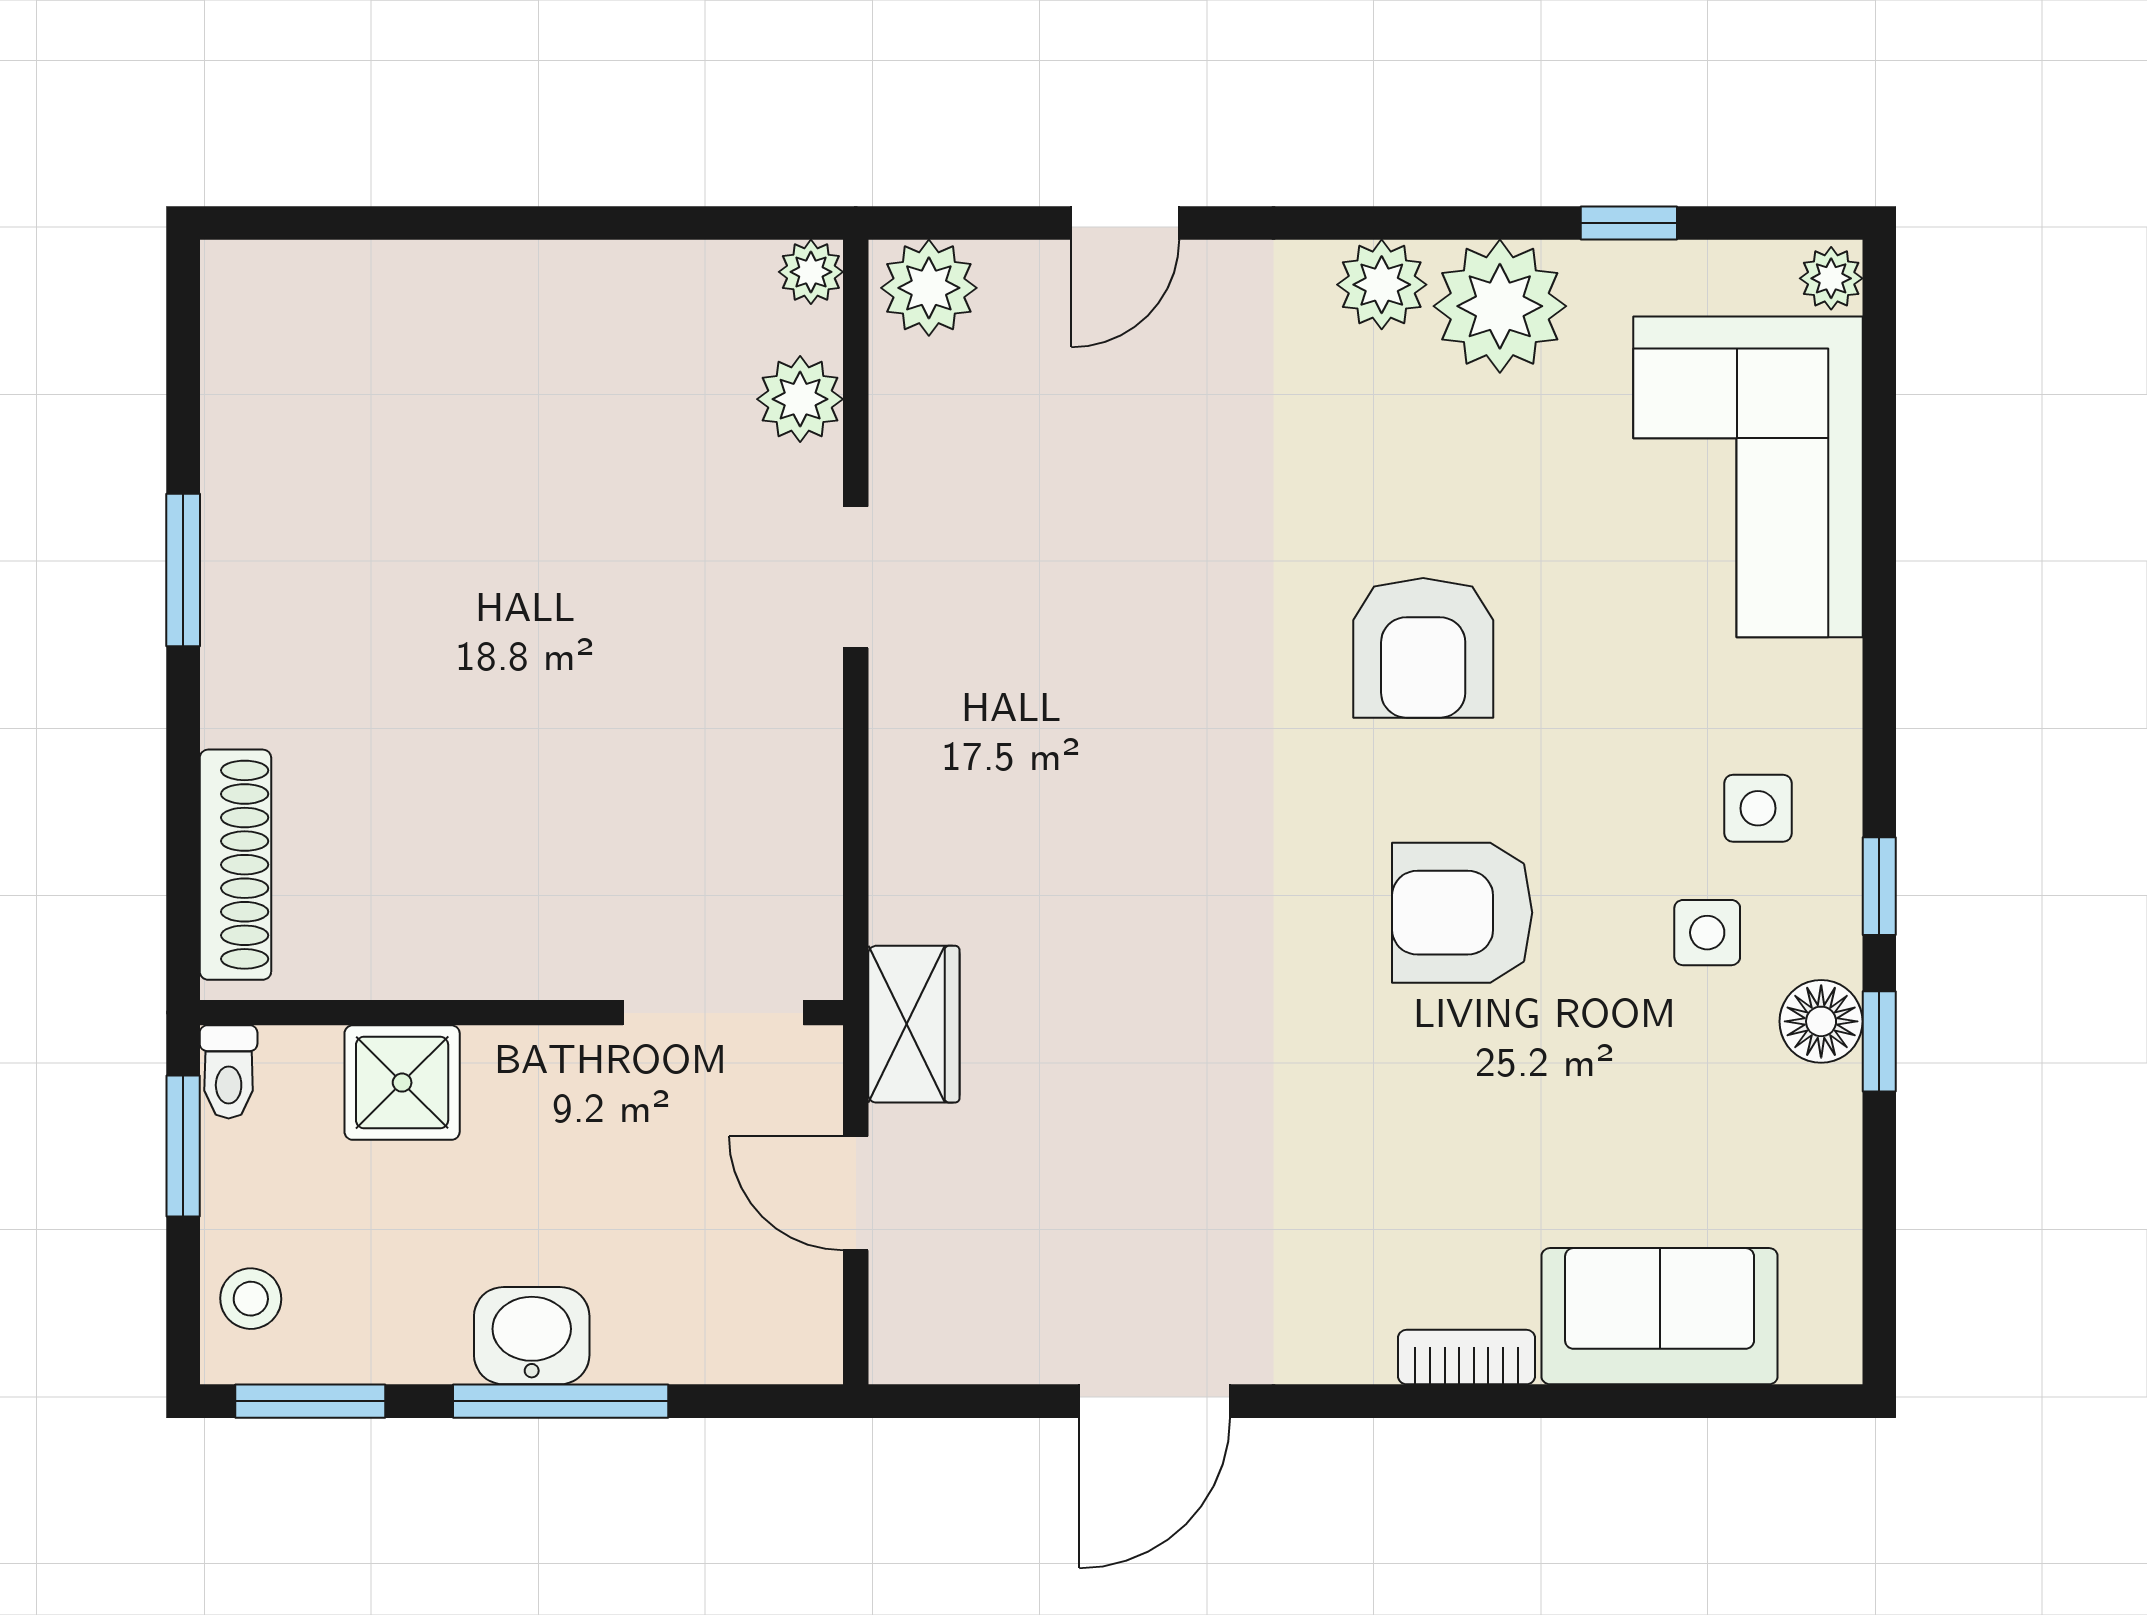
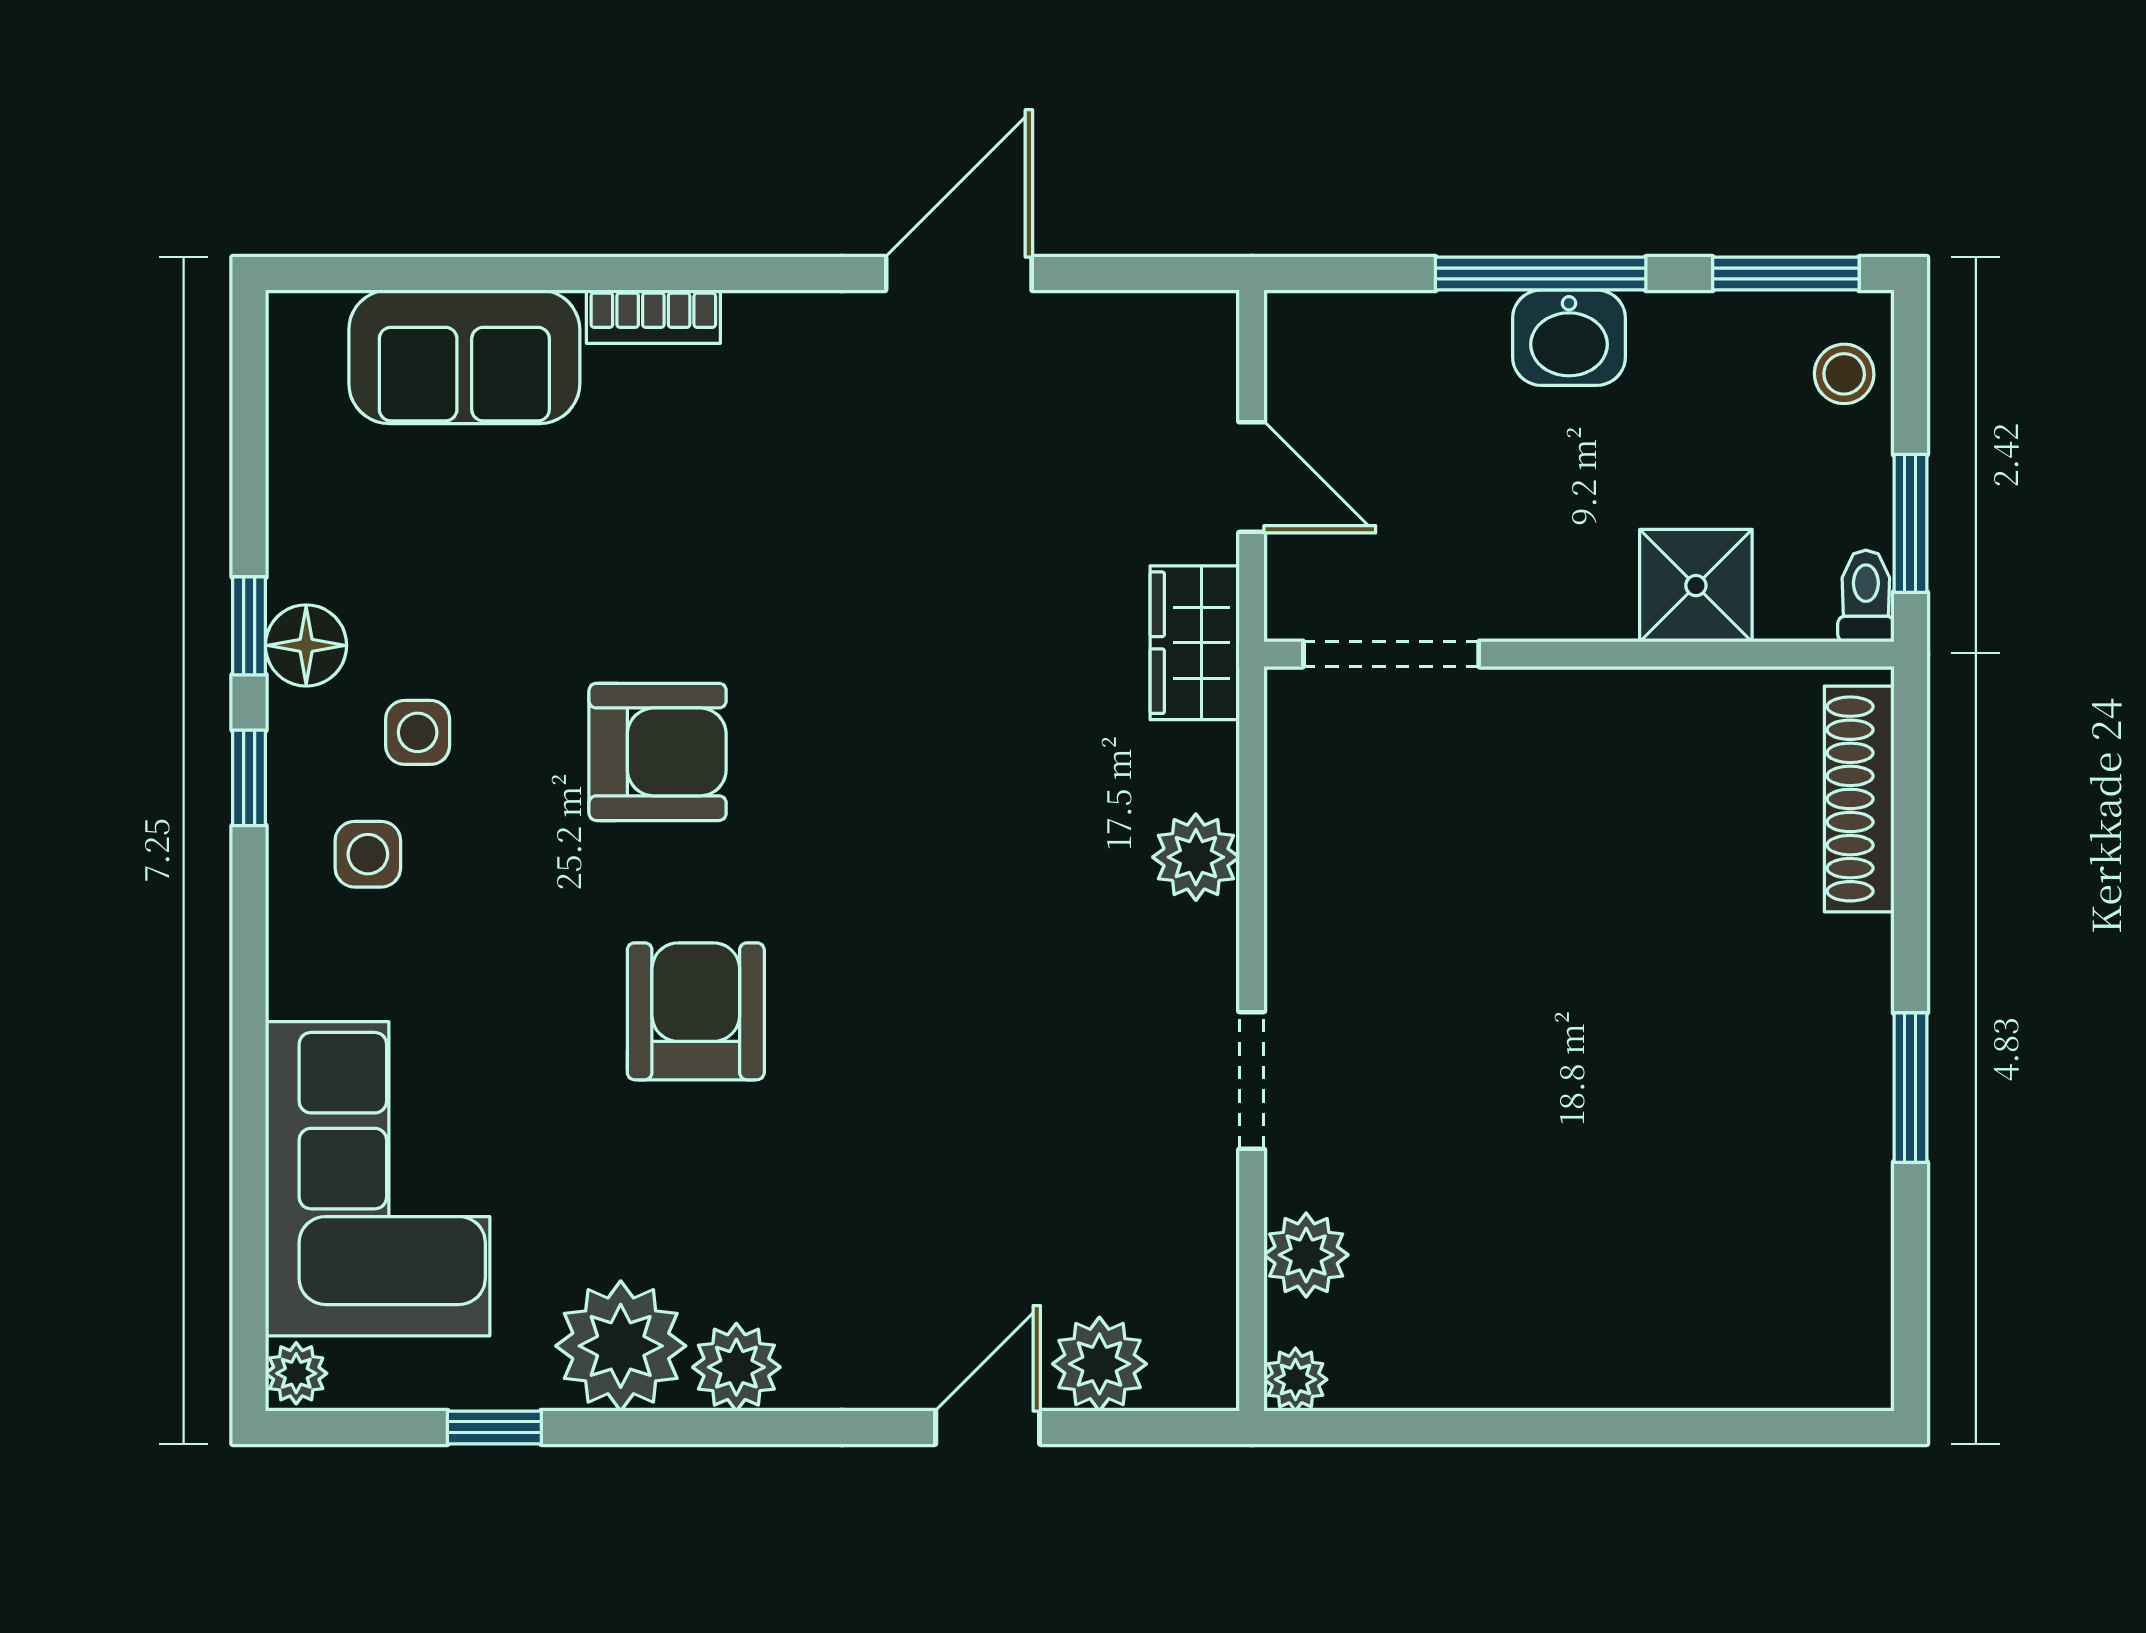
plant: (929, 288) -> (1099, 1364), moved
plant: (913, 805) -> (1196, 857), added

